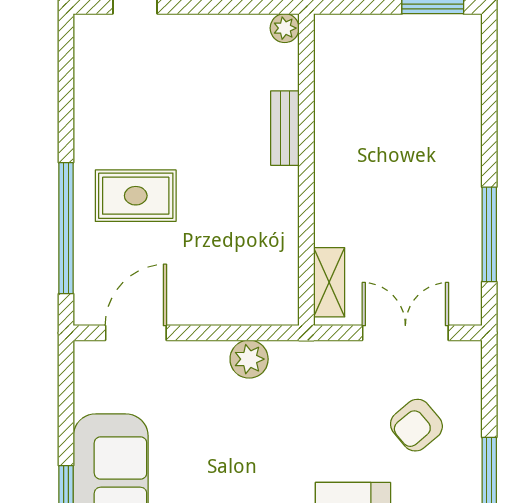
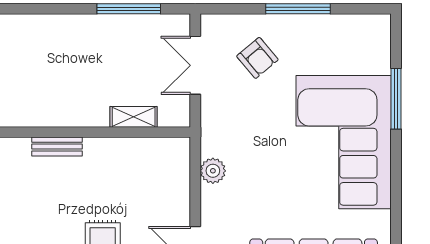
shelving: (329, 282) -> (134, 117), moved

